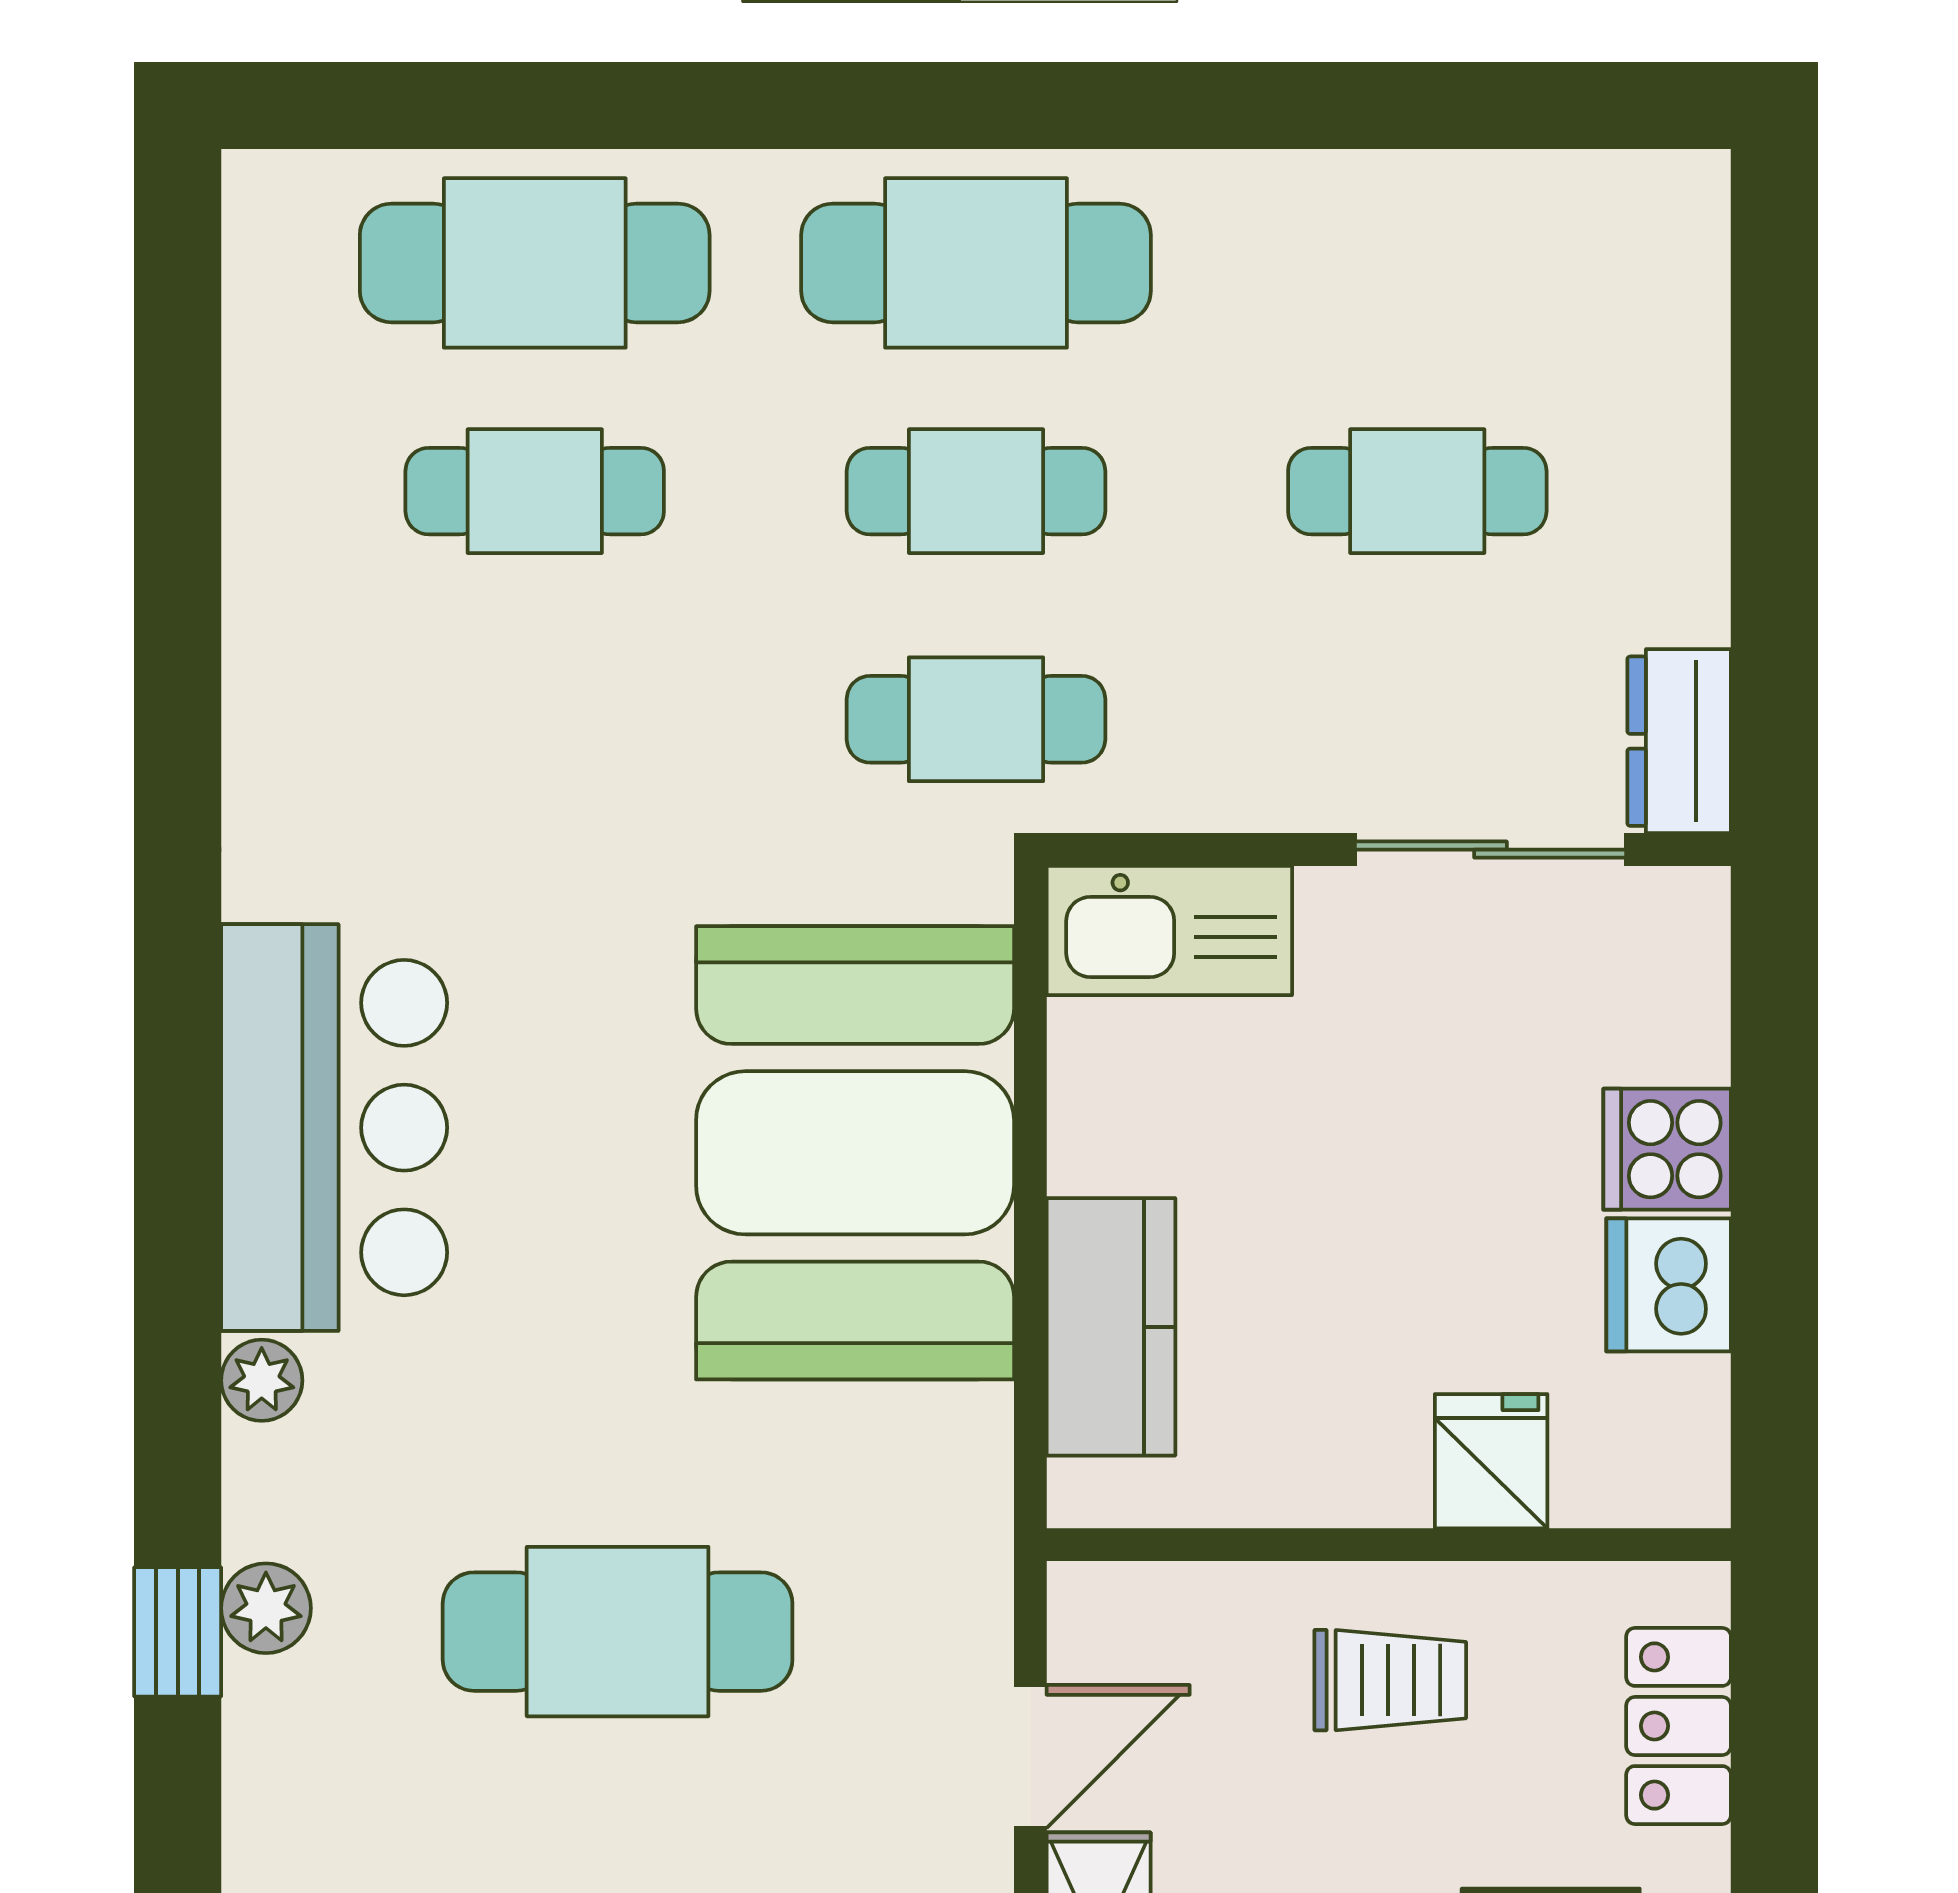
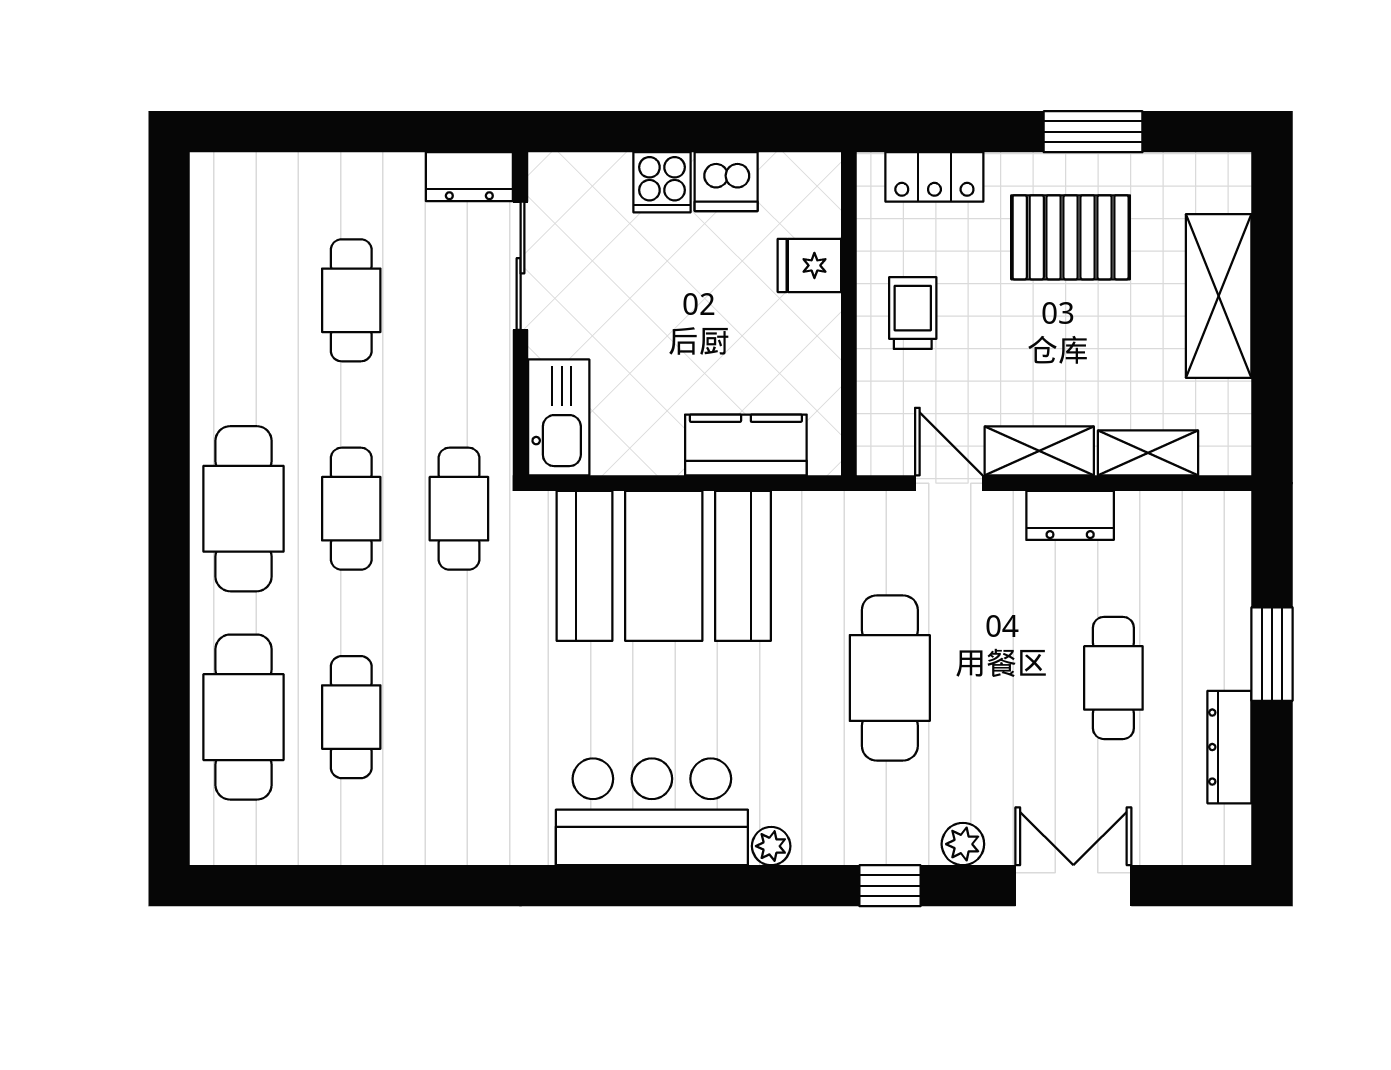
plant: (266, 1608) -> (963, 844), moved

